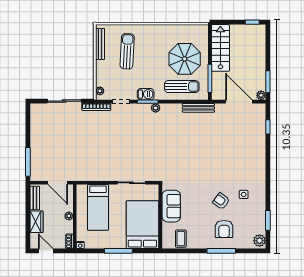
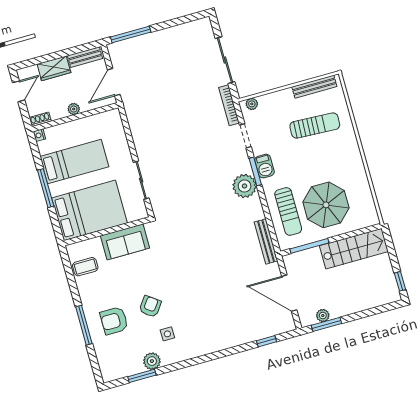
plant: (261, 95) -> (323, 316), moved
door: (239, 102) -> (289, 293), swing flipped
plant: (156, 108) -> (245, 186), width x1.88, depth x1.88
bed: (98, 207) -> (74, 162), moved, turned 180
plant: (260, 241) -> (152, 361), moved

